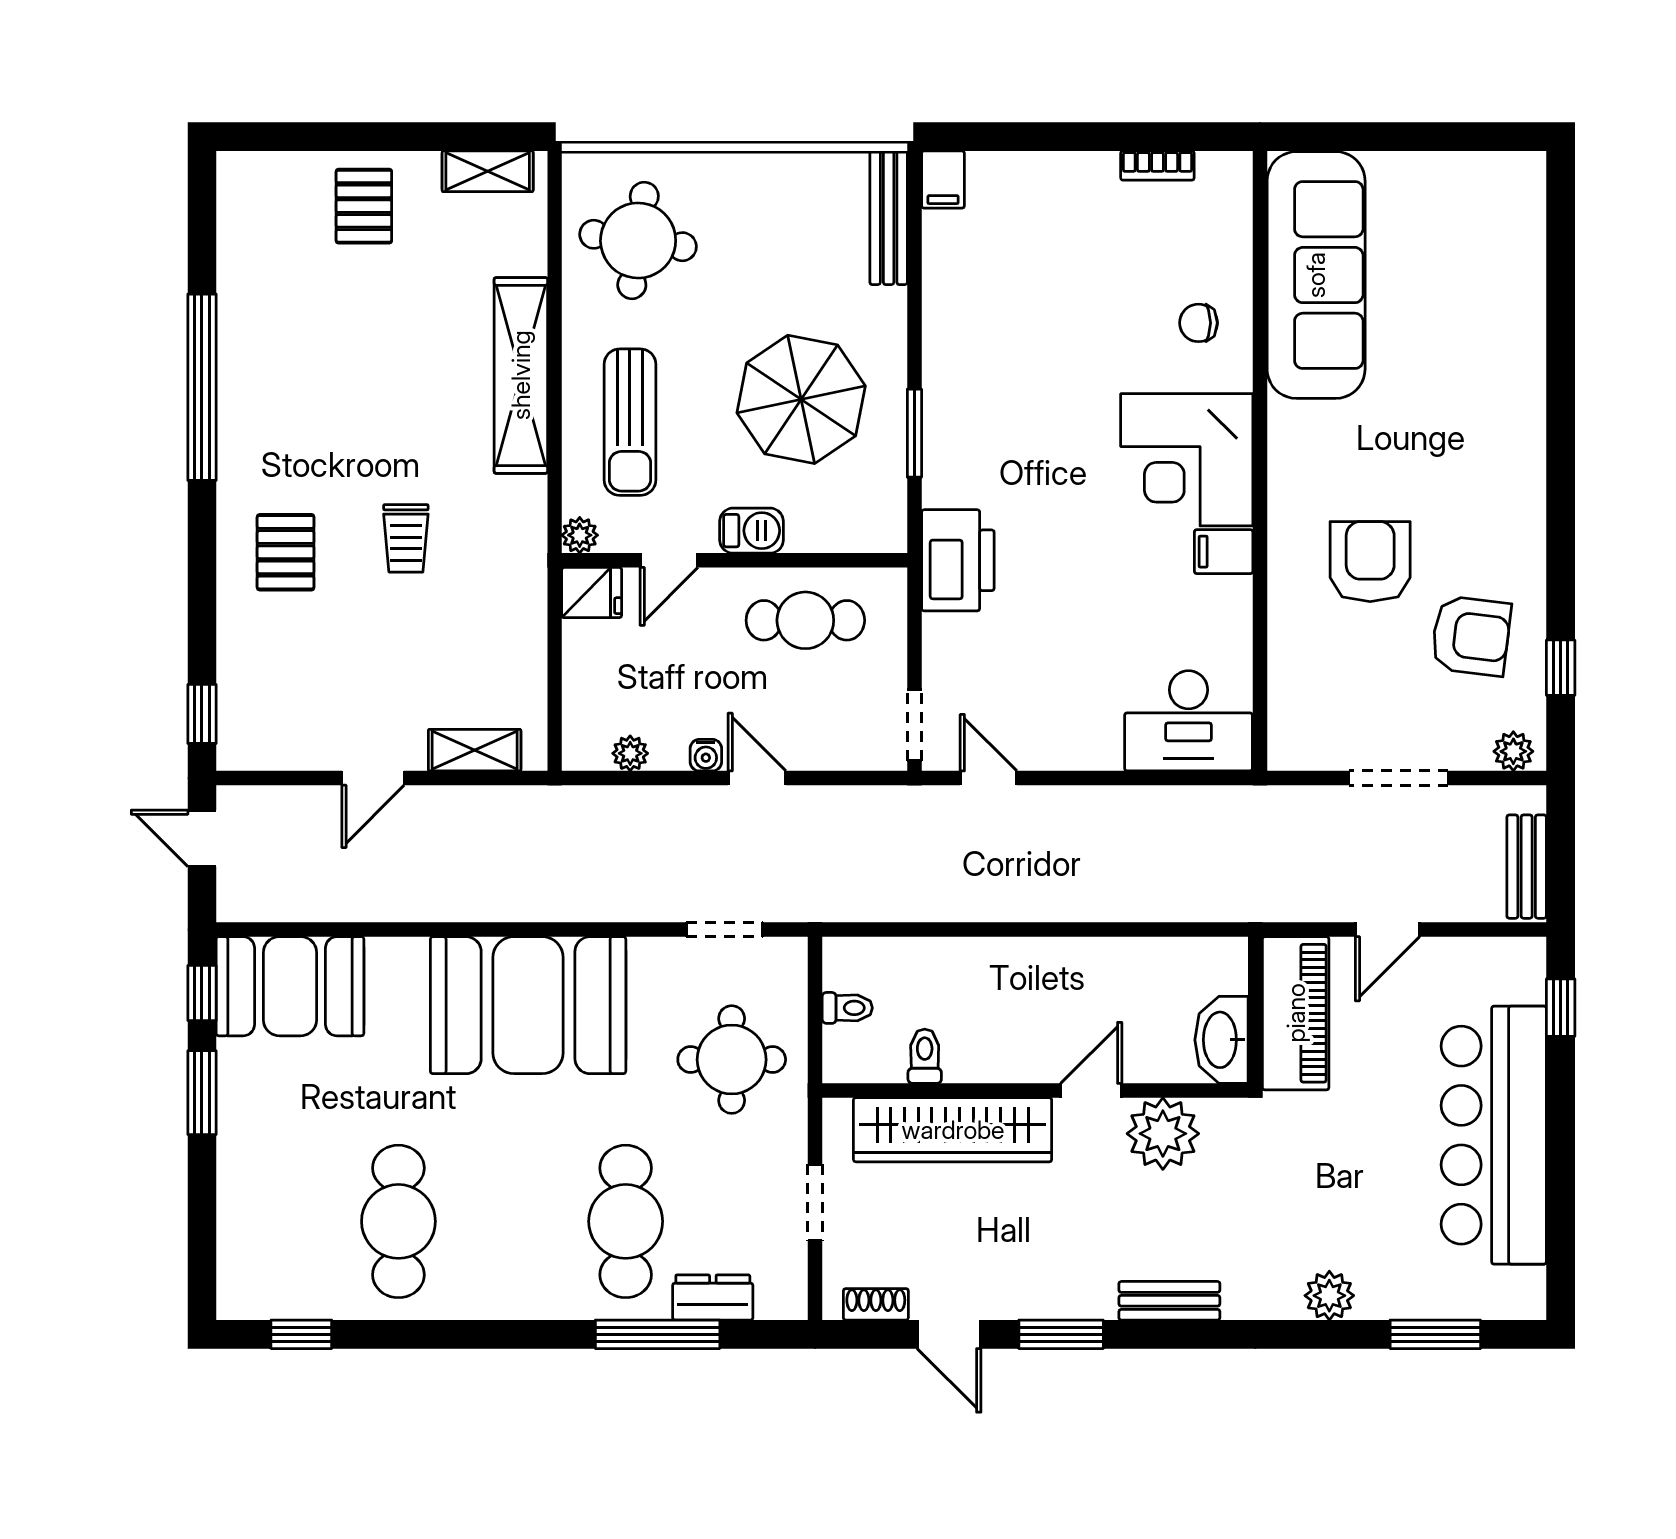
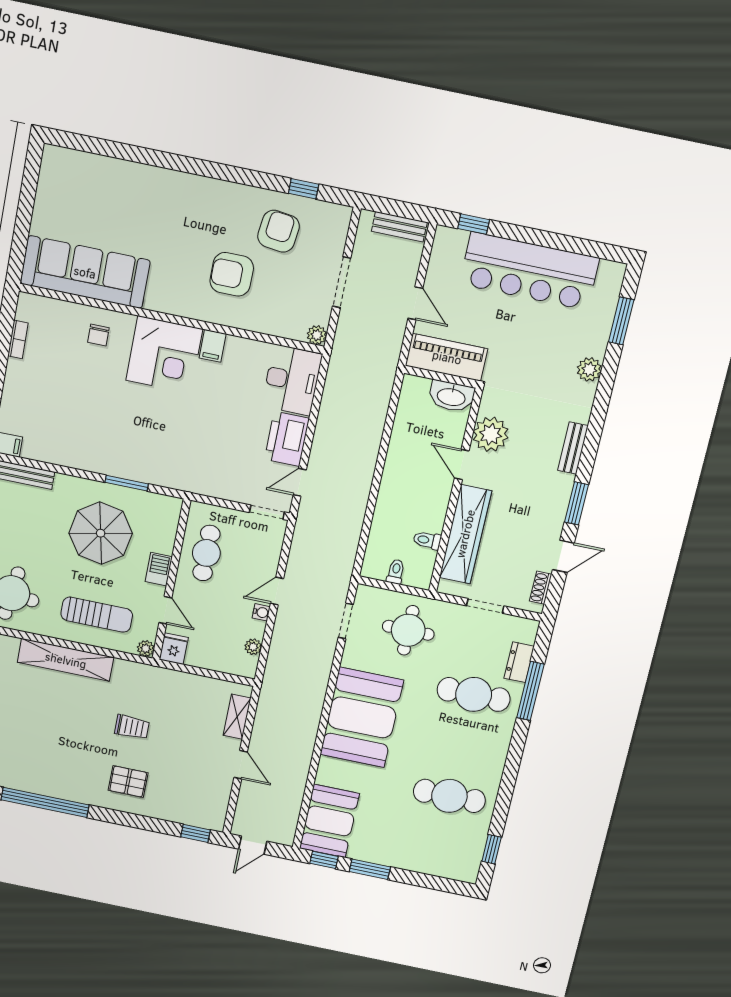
printer: (958, 560) -> (287, 439), moved, turned -90
plant: (1513, 751) -> (317, 335), moved

